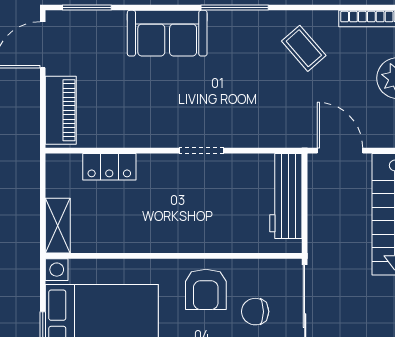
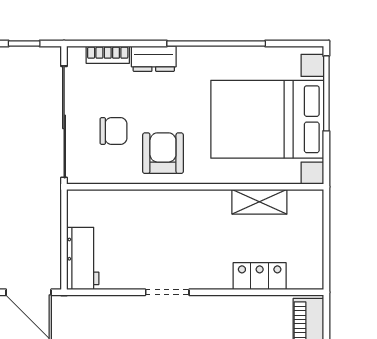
workbench: (286, 196) -> (83, 258), width x0.73
shelving: (58, 226) -> (259, 202), moved, turned 90

